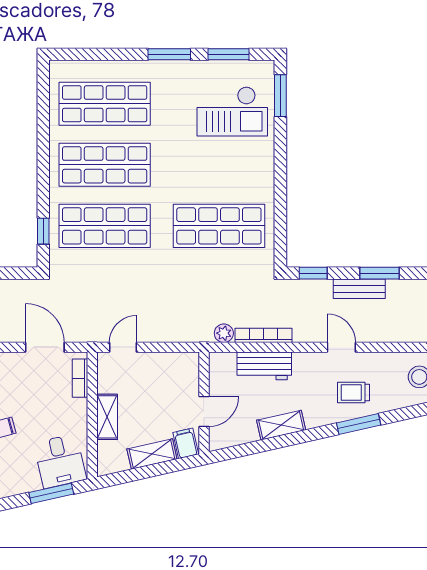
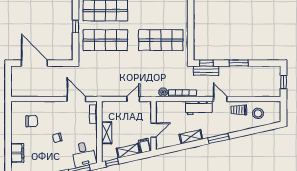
window: (43, 231) -> (76, 26), moved
bench: (359, 289) -> (206, 71), moved
door: (123, 347) -> (133, 99), moved
workbench: (264, 366) -> (199, 108), moved
trolley: (353, 392) -> (239, 110), moved
window: (359, 424) -> (218, 139), moved
window: (118, 478) -> (112, 163), added

